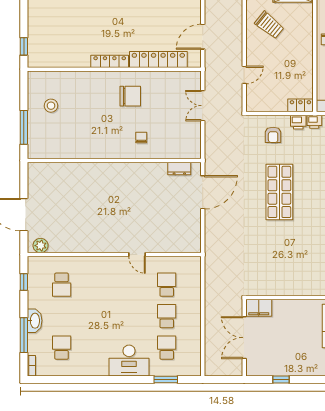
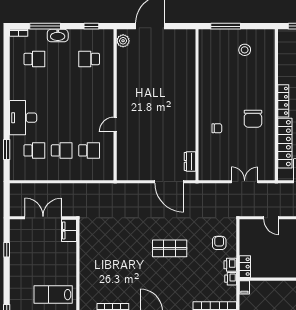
armchair: (273, 135) -> (219, 243), turned 90
shop shelf: (279, 192) -> (170, 248), width x0.70, depth x0.74

